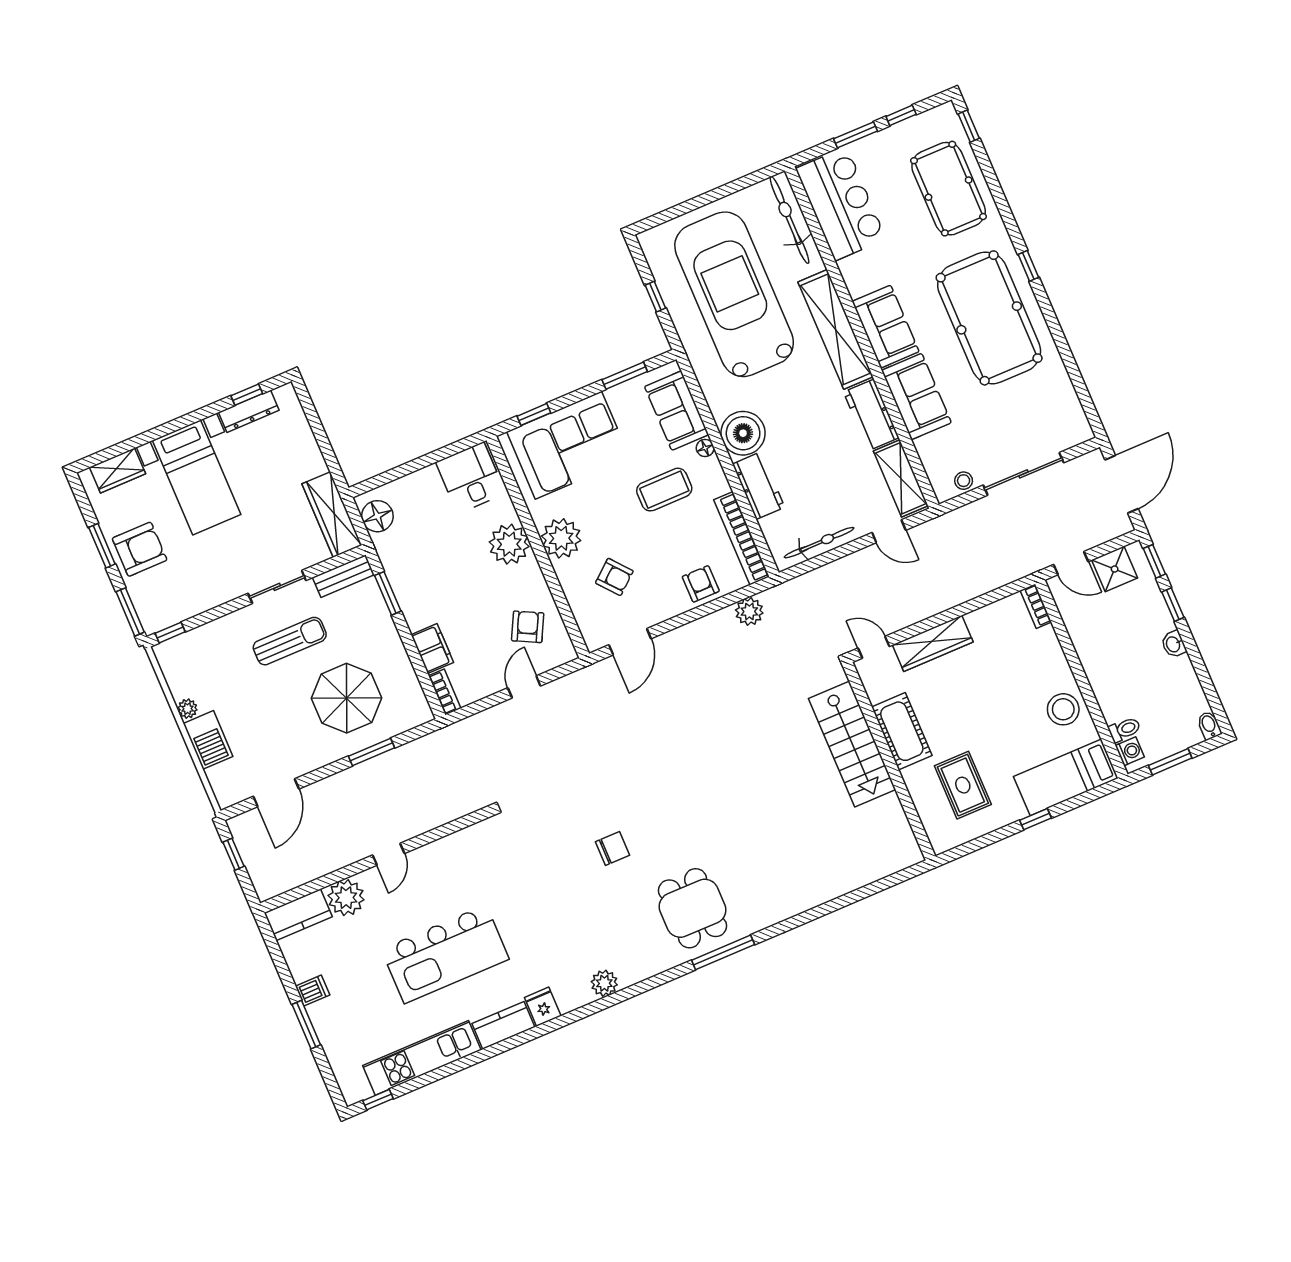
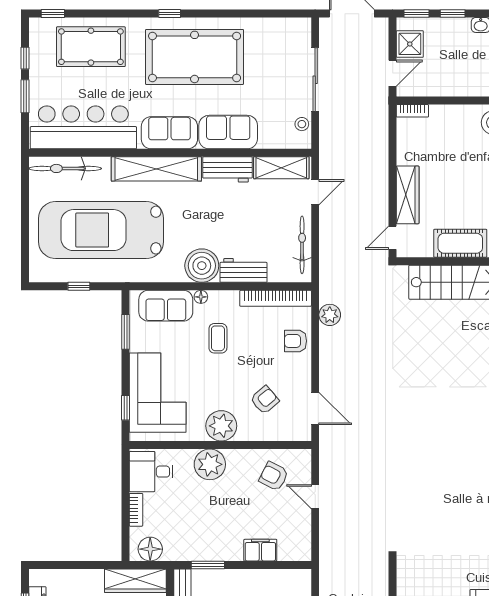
bar counter: (841, 204) -> (83, 127), width x1.36
coffee table: (664, 490) -> (218, 338), width x0.73, depth x0.77
bookcase: (445, 692) -> (136, 510), moved, turned 90
chair: (612, 848) -> (456, 483), removed

